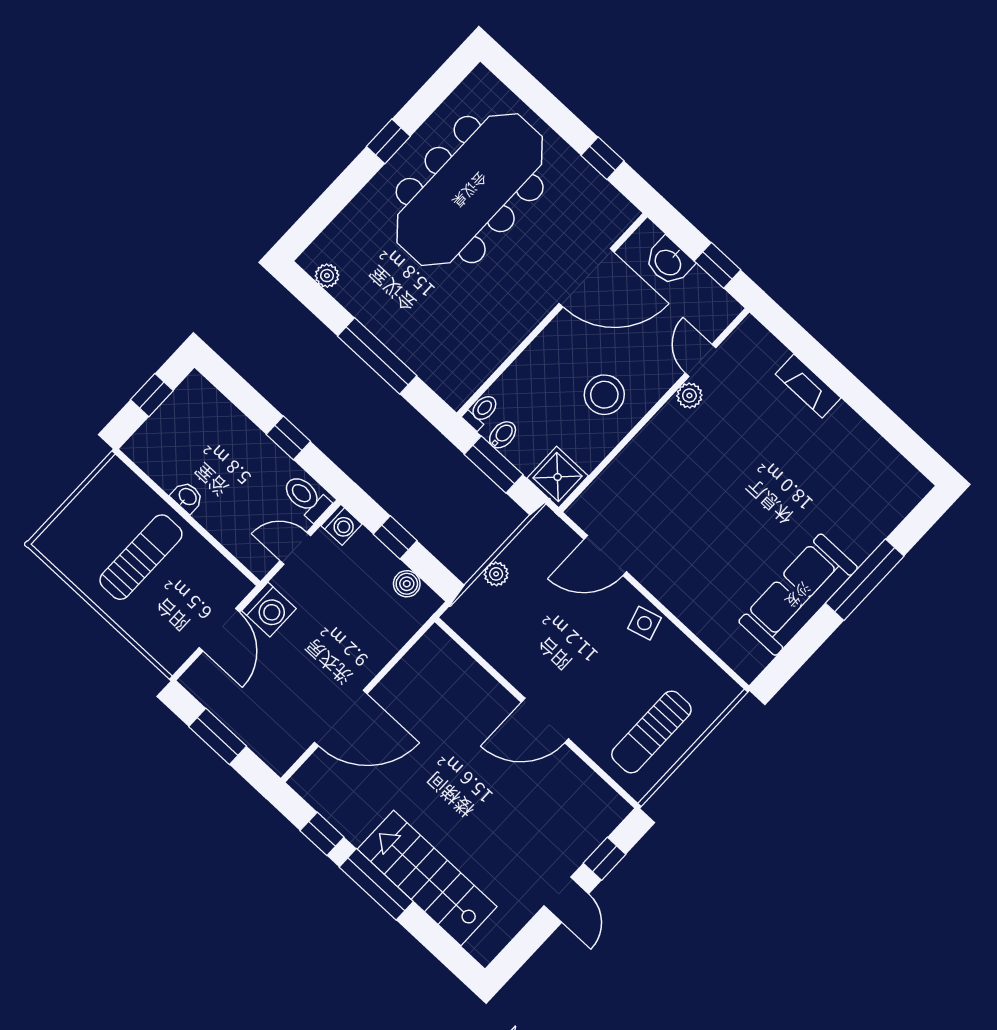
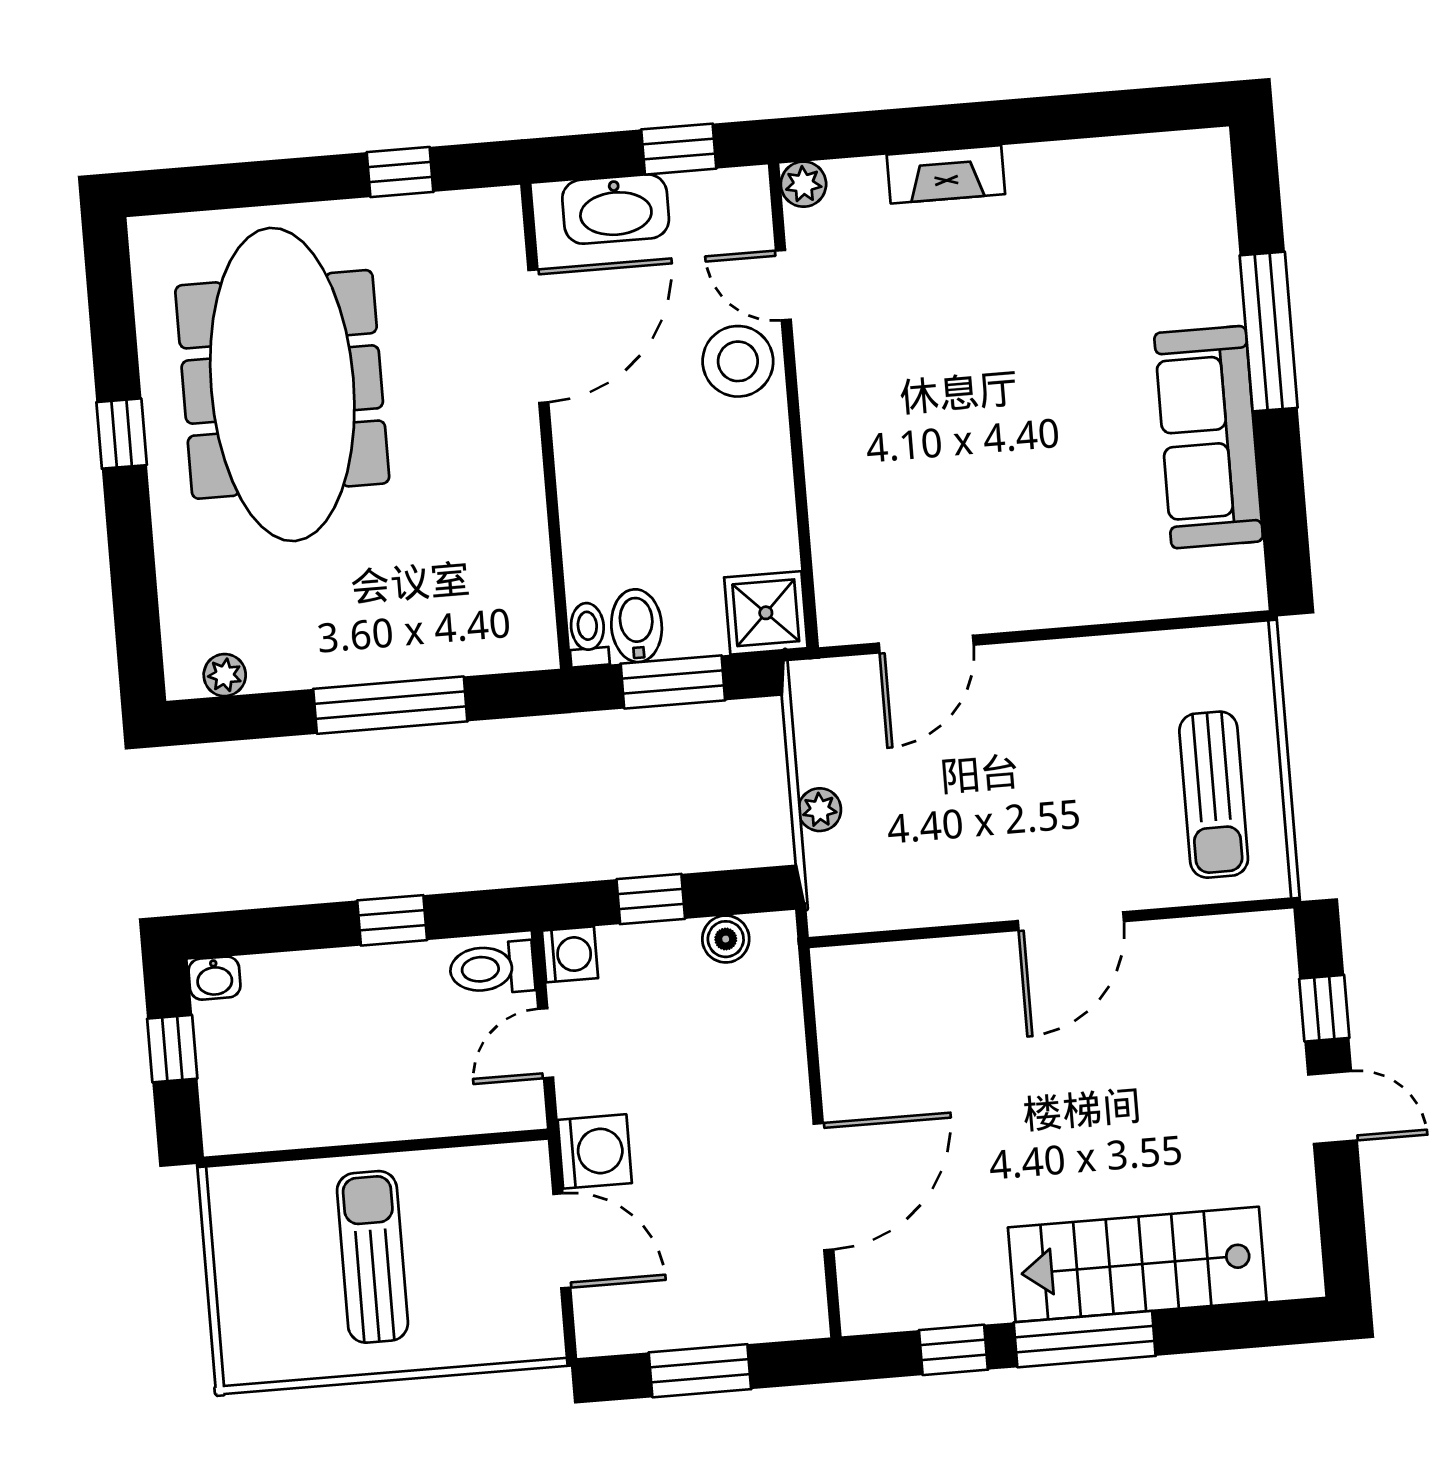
washbasin: (669, 262) -> (616, 209), width x1.38
stool: (604, 395) -> (738, 361), moved
plant: (689, 395) -> (803, 184), moved
bidet: (503, 435) -> (637, 626), width x1.38, depth x1.36
washbasin: (187, 497) -> (214, 978), moved, turned 180
side table: (644, 623) -> (1062, 674), removed

